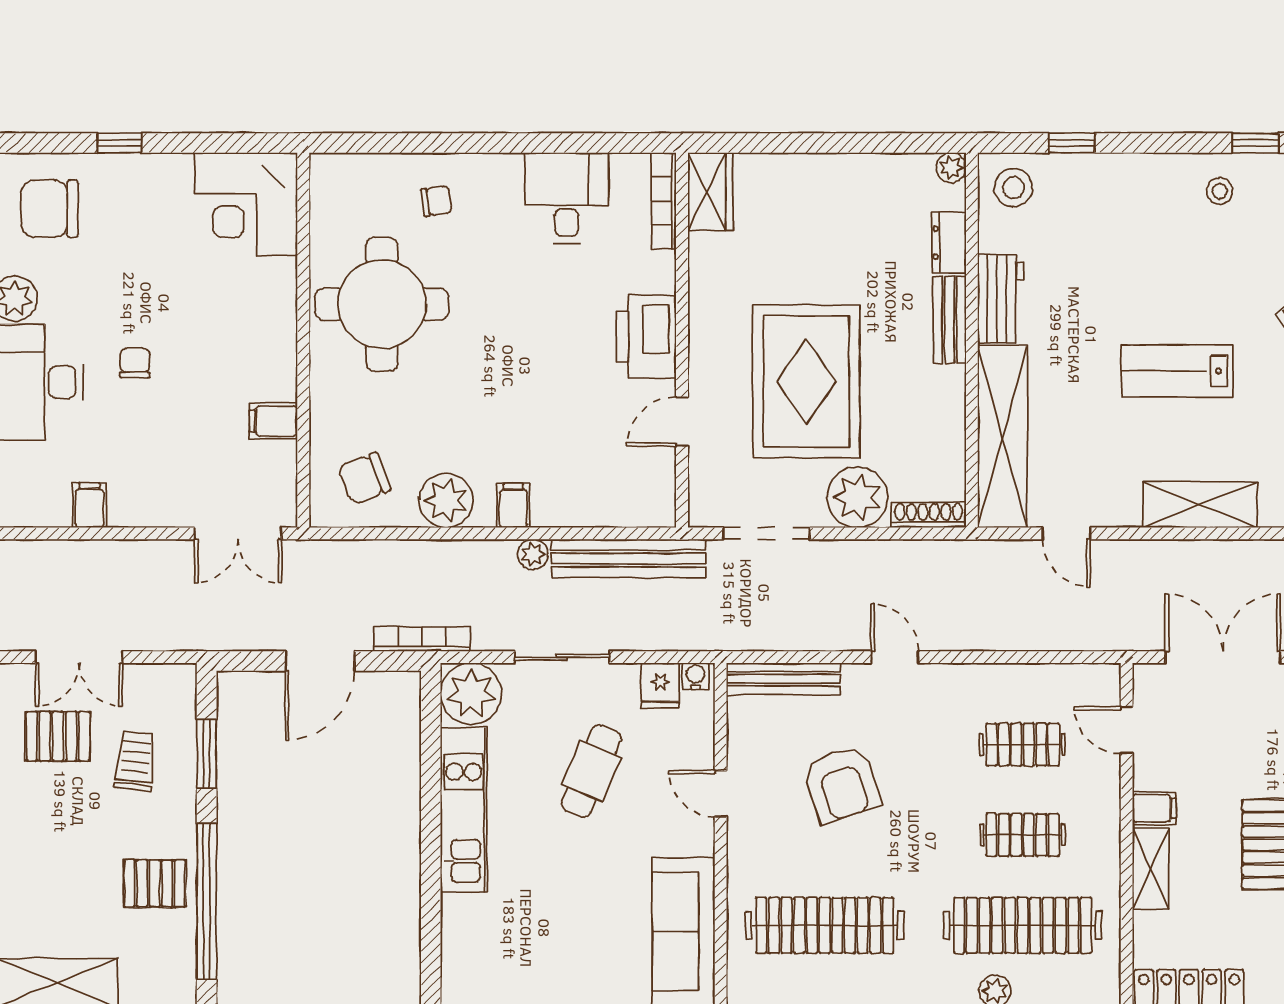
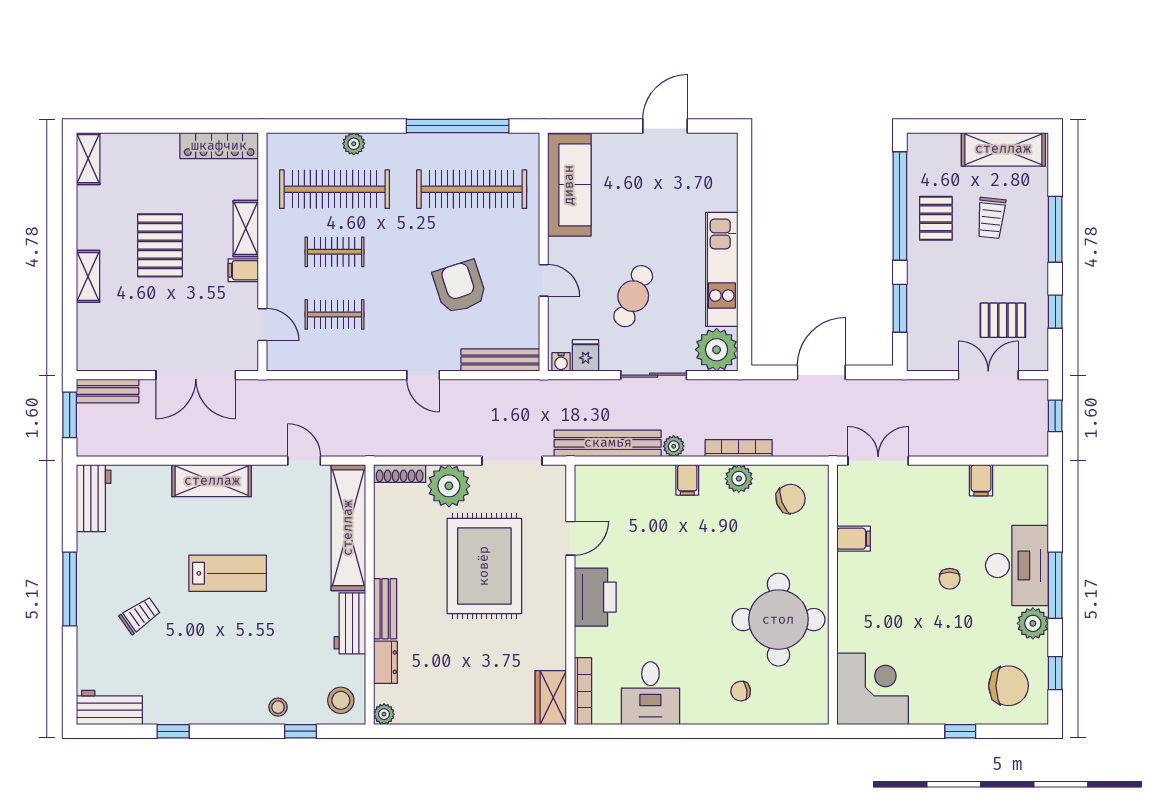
stool: (1220, 191) -> (278, 707), moved
plant: (446, 501) -> (739, 479), width x0.73, depth x0.73
bookcase: (422, 639) -> (739, 448), moved, turned 180
trolley: (135, 761) -> (991, 218), moved
pallet: (155, 883) -> (936, 218), turned 90

